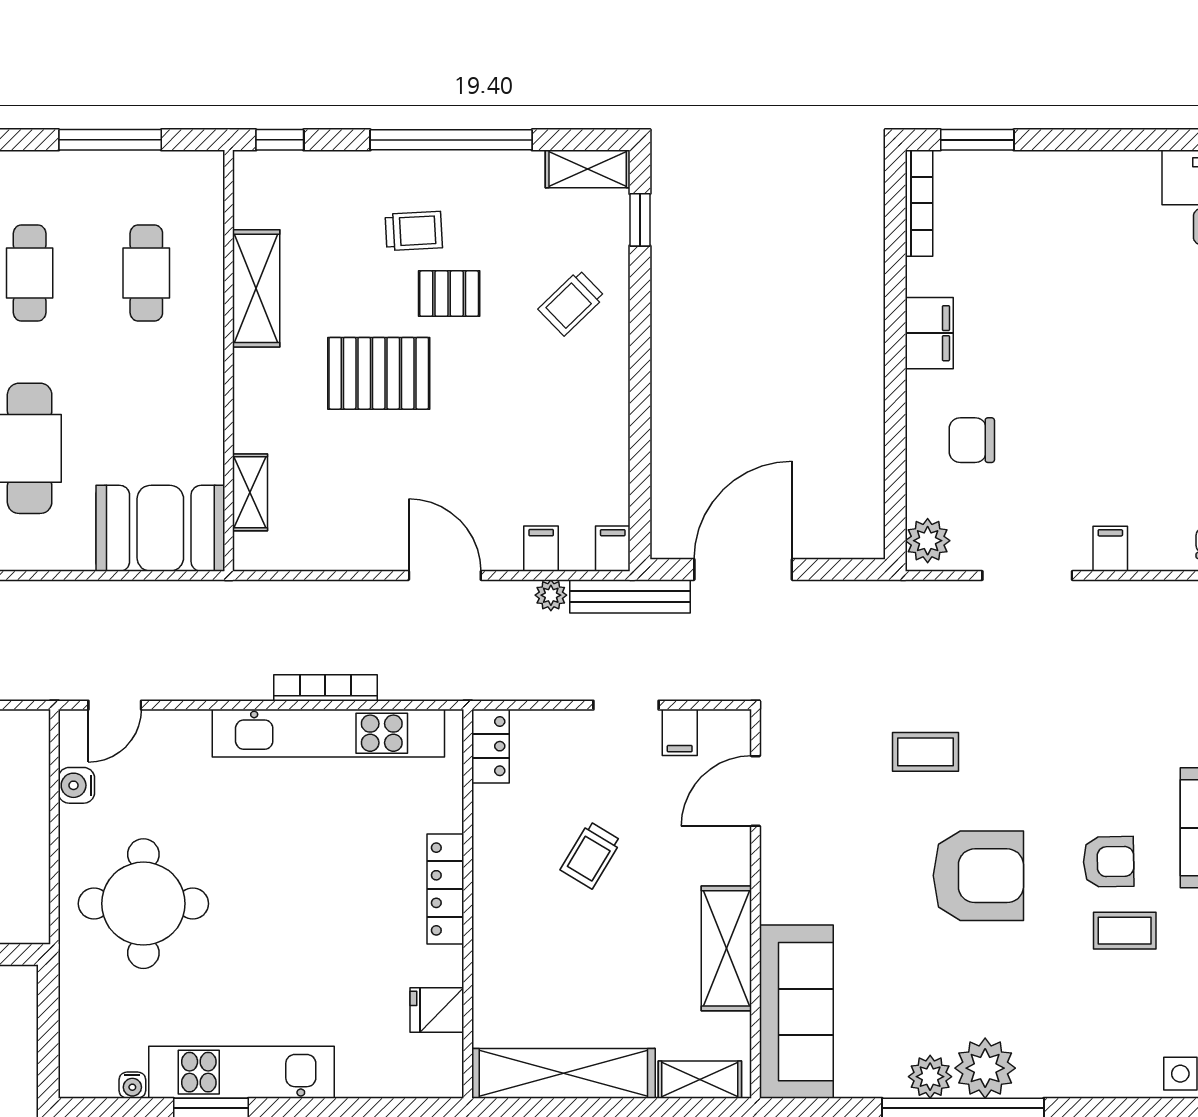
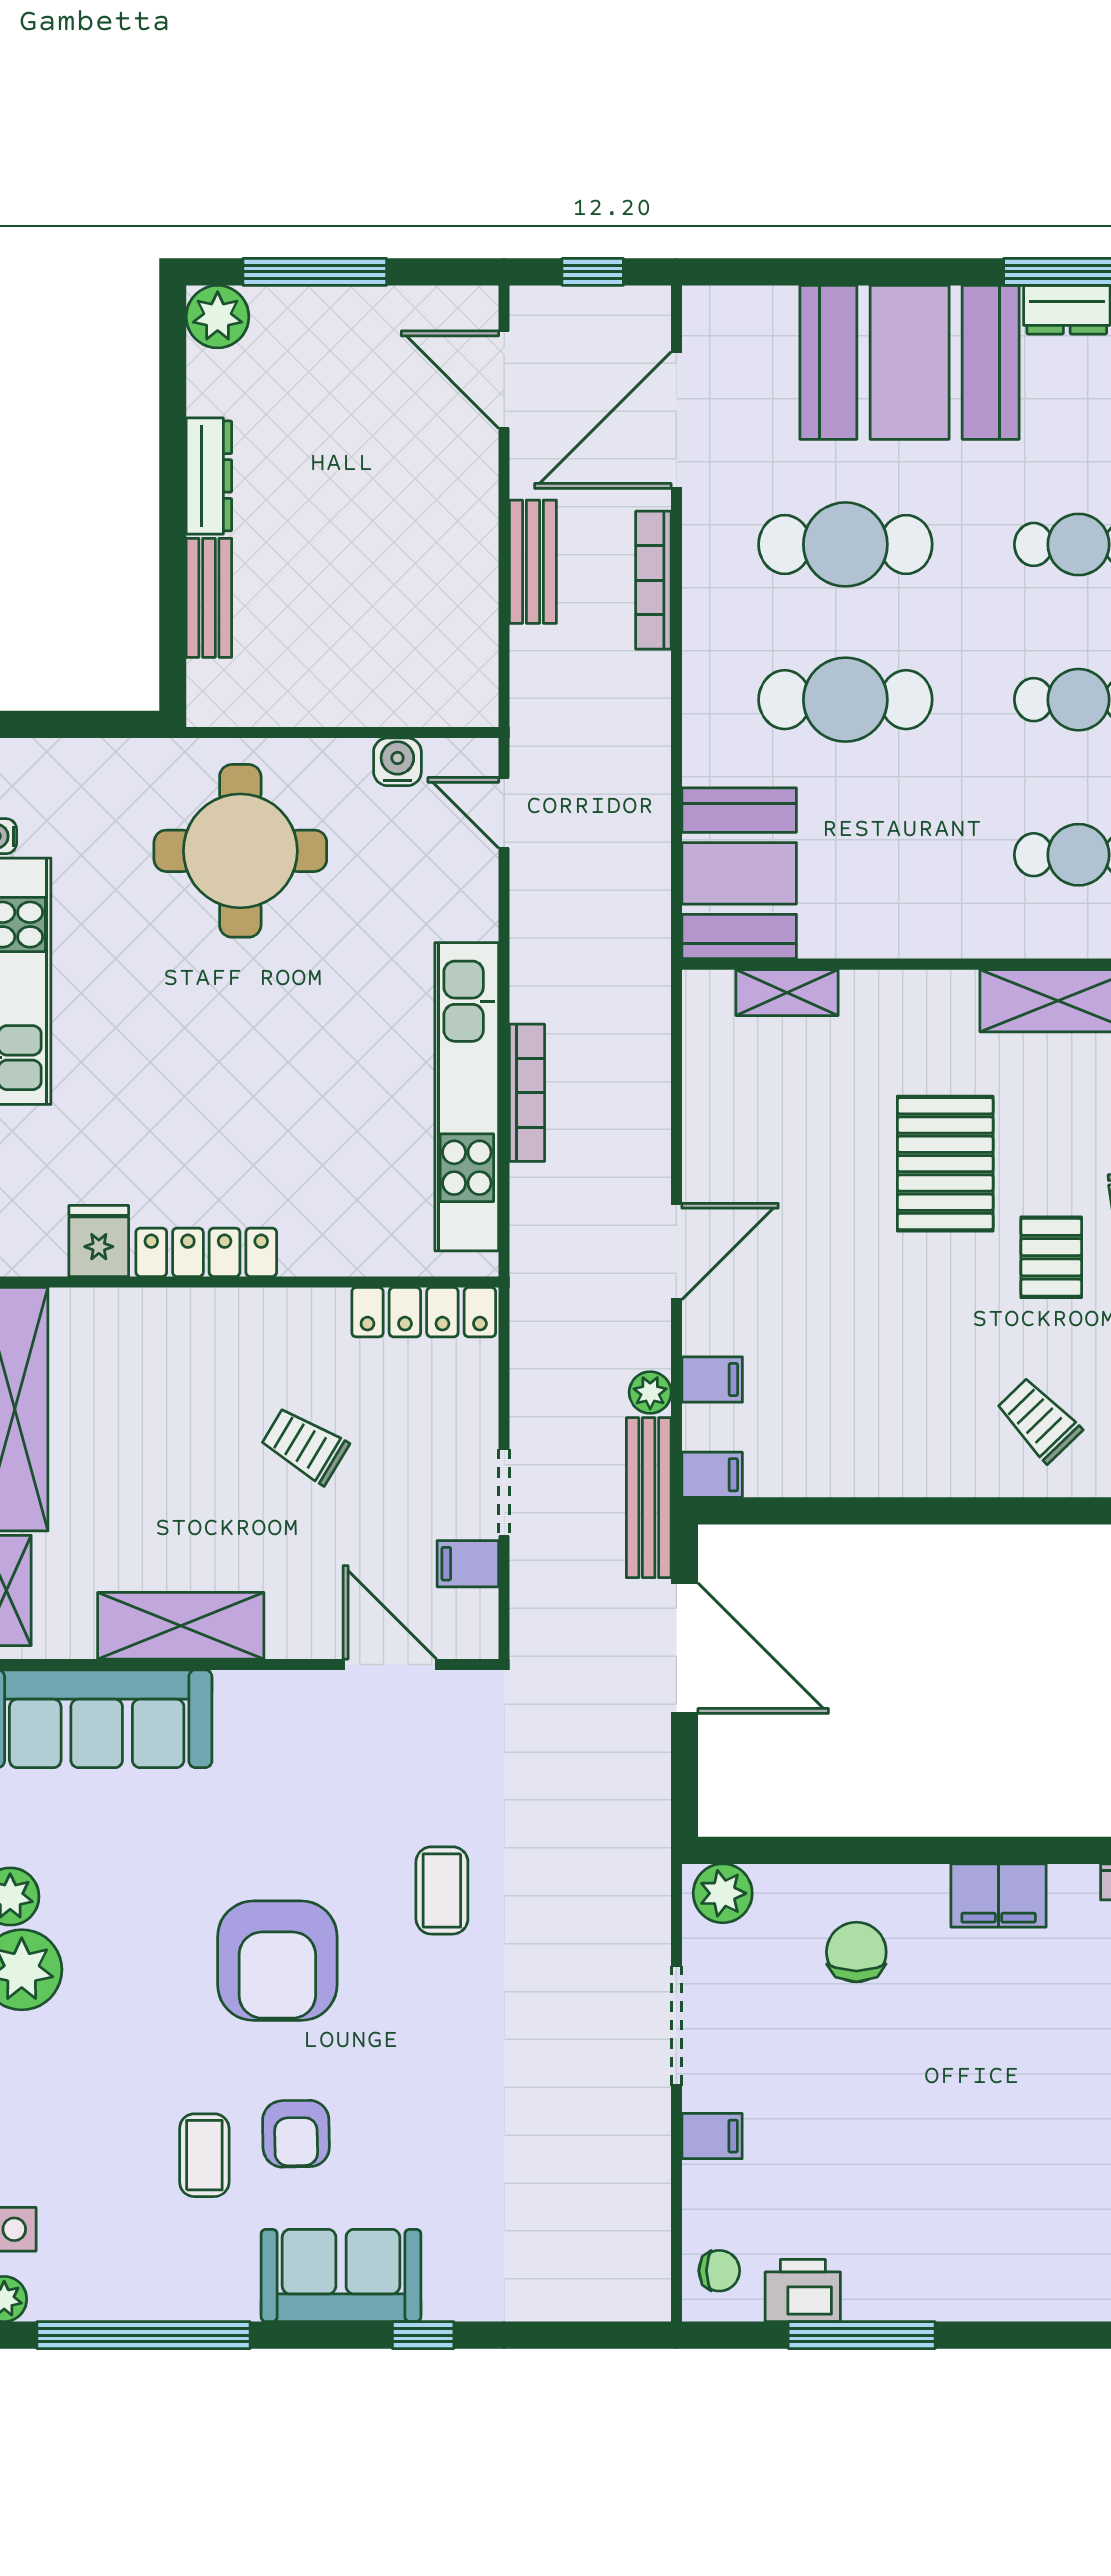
locker: (490, 746) -> (424, 1312), width x1.53
locker: (445, 889) -> (206, 1252), moved

